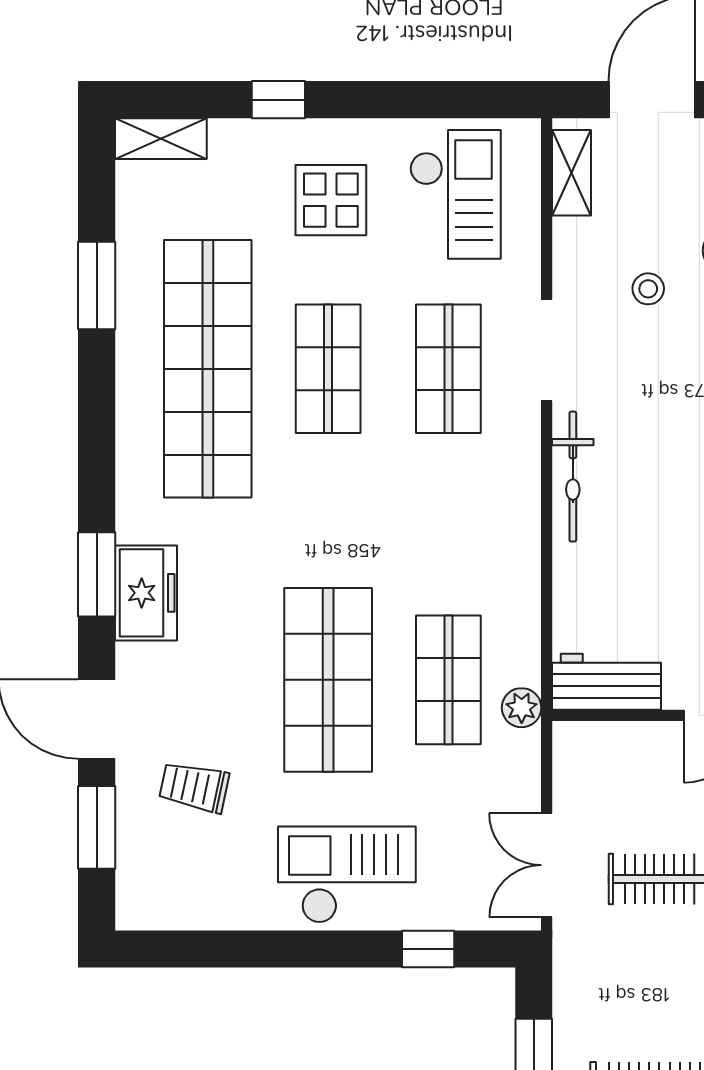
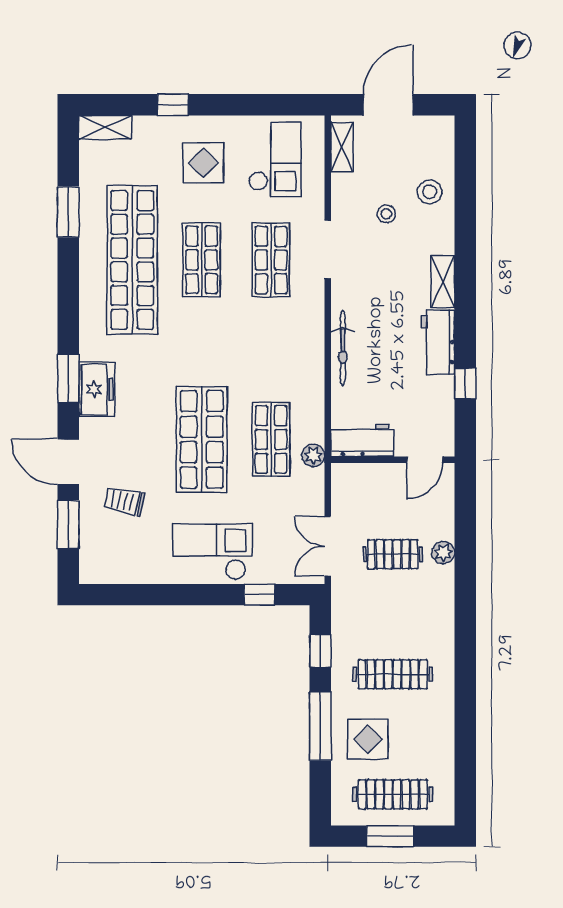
bicycle: (573, 477) -> (343, 348), moved

